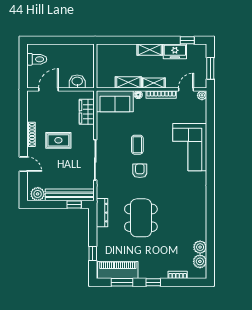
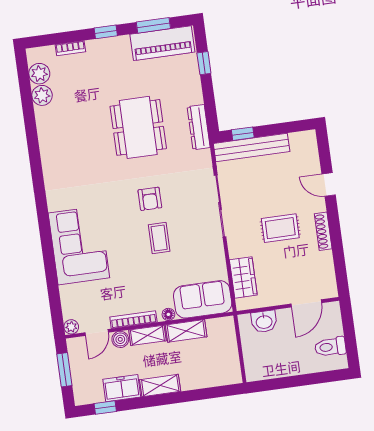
boiler: (171, 83) -> (120, 339), added
plant: (38, 194) -> (301, 142), removed

